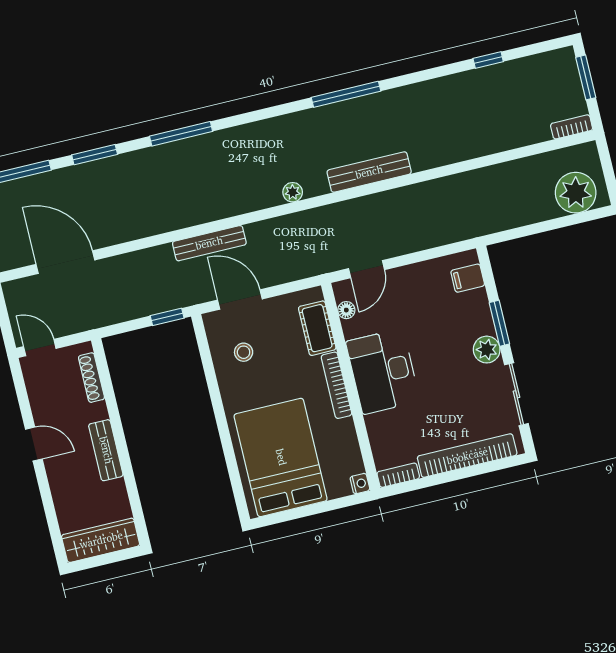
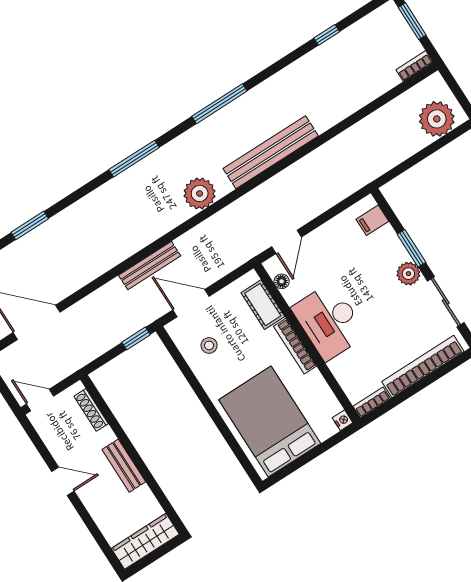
window: (181, 134) -> (134, 159), moved
bench: (369, 172) -> (271, 152), width x1.37, depth x1.21
plant: (293, 192) -> (200, 193), width x1.88, depth x1.88

